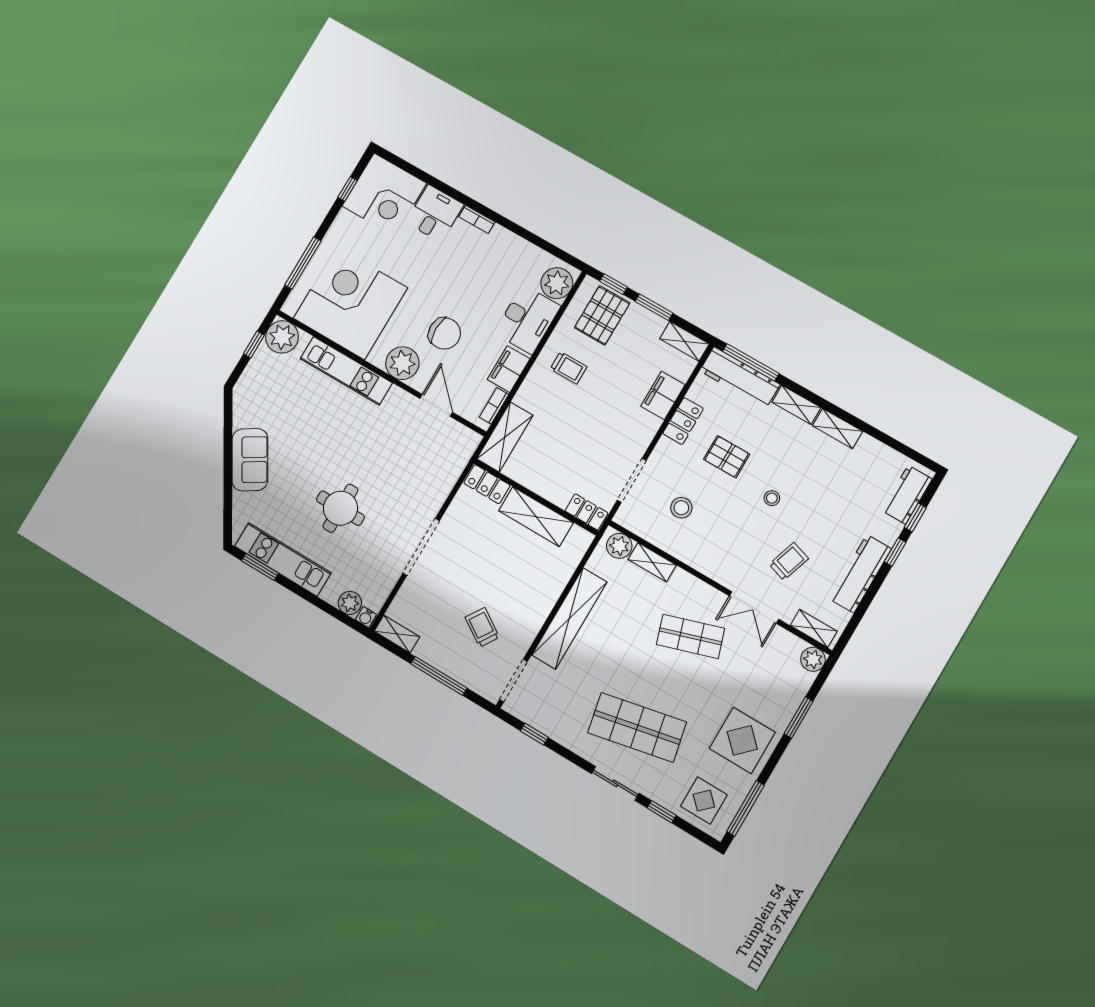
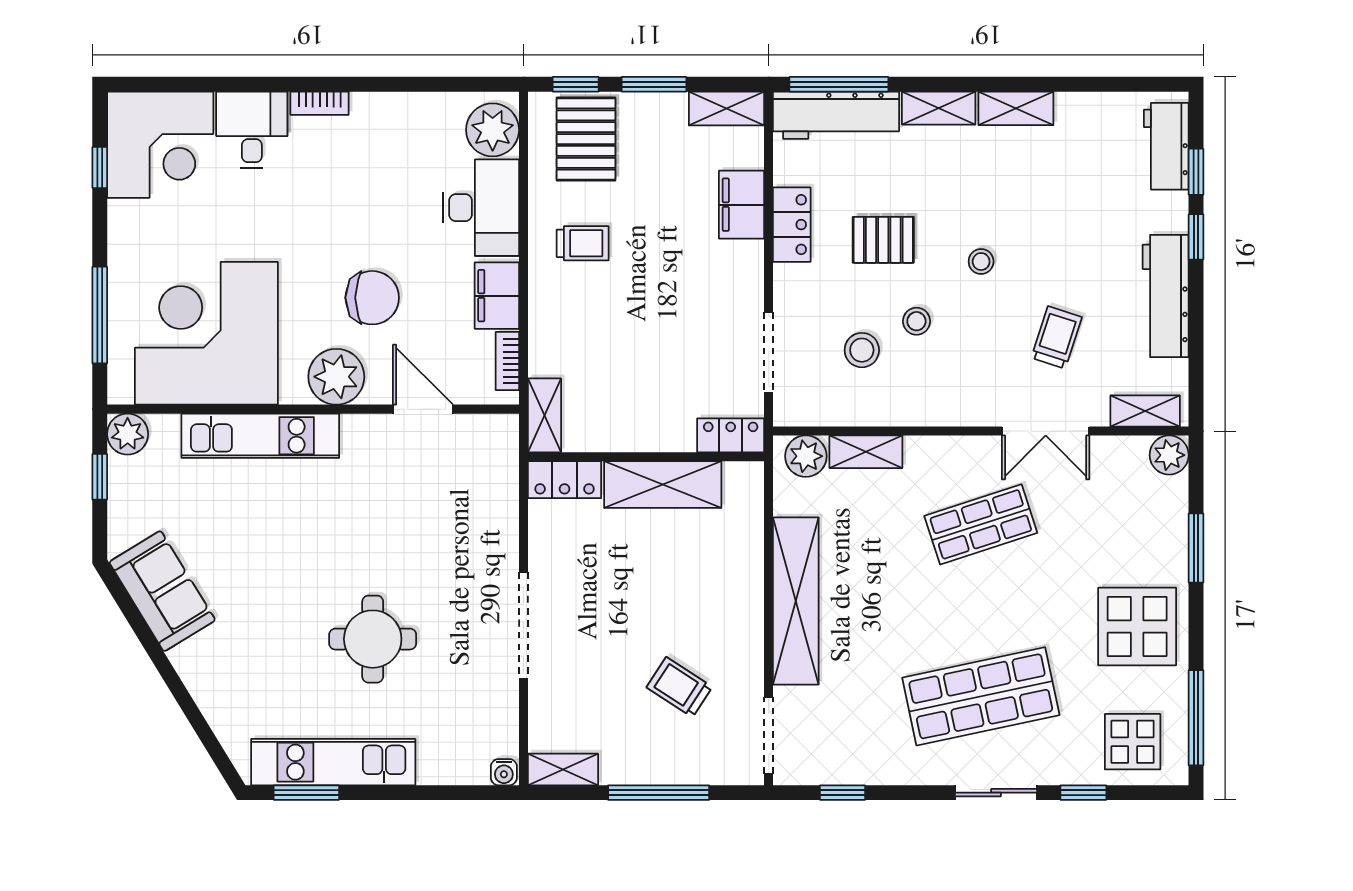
plant: (282, 337) -> (128, 434), width x0.73, depth x0.73
shelving: (505, 437) -> (544, 415), width x0.67, depth x0.75
sofa: (250, 460) -> (162, 591), moved
stool: (719, 509) -> (916, 321), added
plant: (350, 603) -> (469, 766), removed

